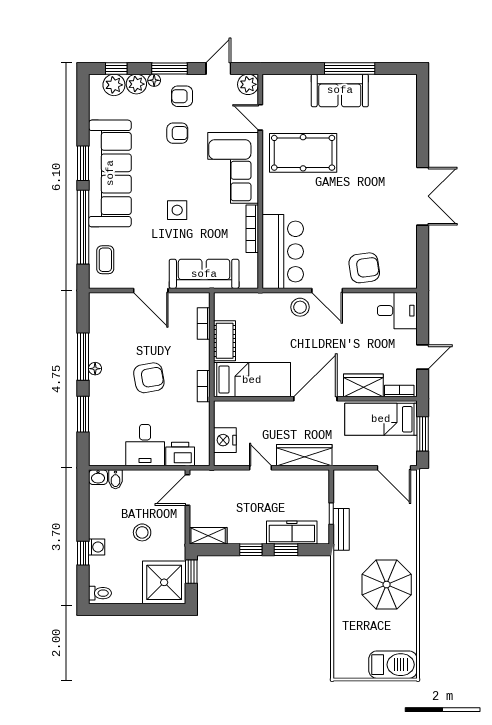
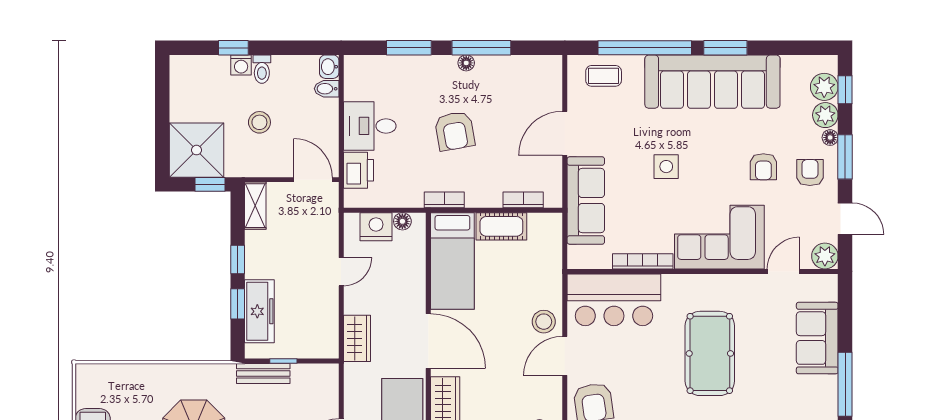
sofa: (340, 90) -> (817, 338), moved
pool table: (303, 153) -> (710, 353), moved
floor lamp: (221, 419) -> (402, 221), added
wardrobe: (304, 455) -> (357, 338), width x0.67
toilet: (100, 593) -> (262, 69), moved

